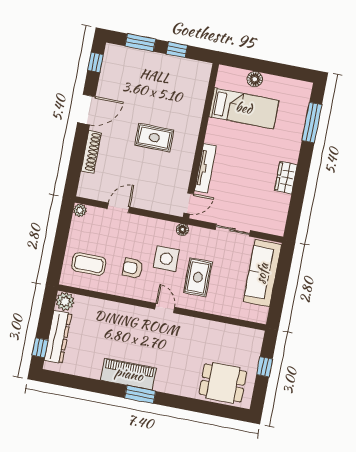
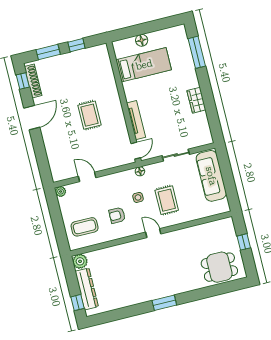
rug: (154, 138) -> (89, 115), turned 90
shoe rack: (91, 152) -> (33, 81), moved
door: (118, 208) -> (87, 177), hinge flipped
side table: (166, 259) -> (138, 197), width x0.54, depth x0.54
piano: (129, 374) -> (149, 292), removed

